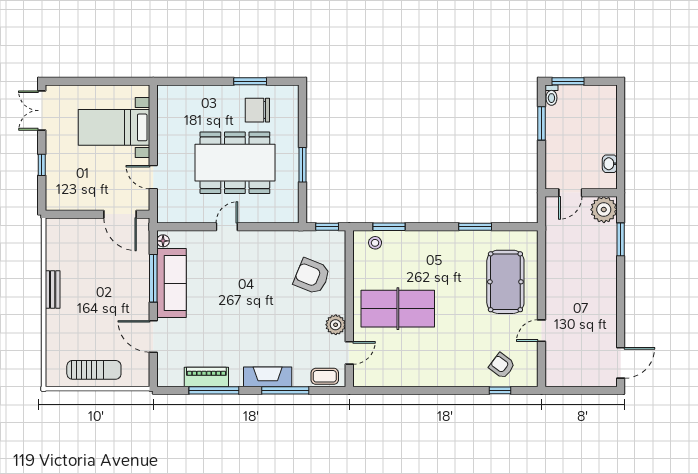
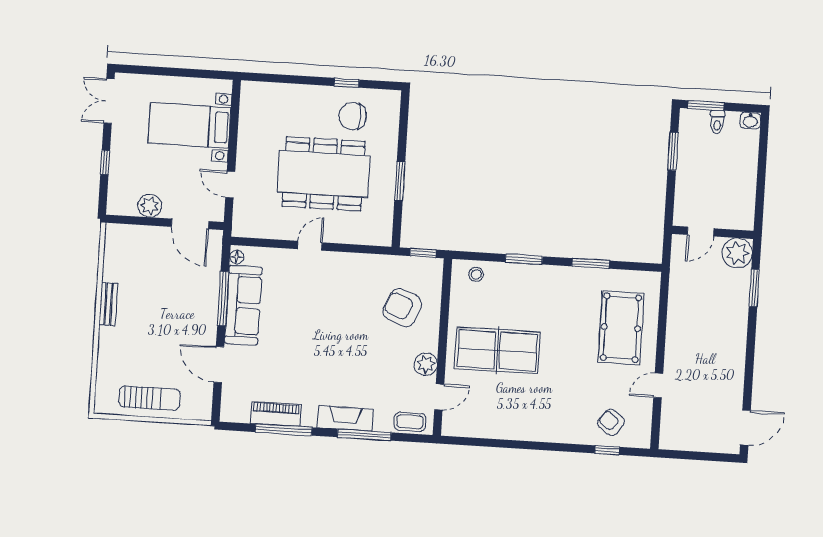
window: (250, 81) -> (347, 83), width x0.67
toilet: (551, 95) -> (717, 122), moved
washbasin: (610, 164) -> (750, 121), moved, turned -90
plant: (84, 200) -> (150, 206), added
window: (389, 227) -> (524, 259), moved

